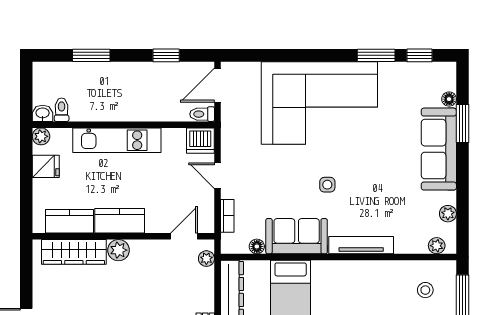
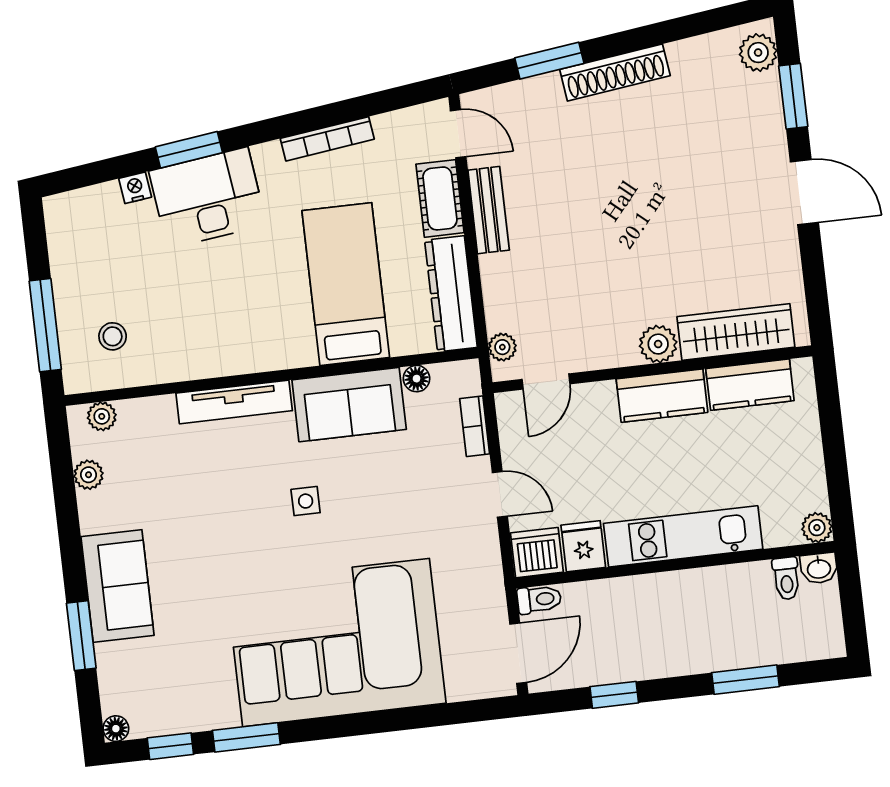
floor lamp: (449, 99) -> (116, 729), moved
sofa: (439, 149) -> (118, 586), width x0.73
fridge: (46, 166) -> (583, 546), moved, turned 90

